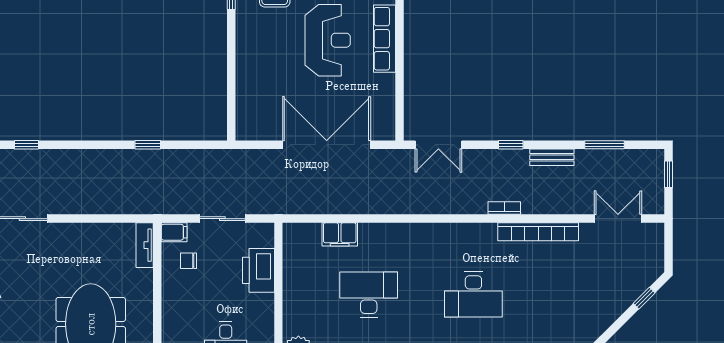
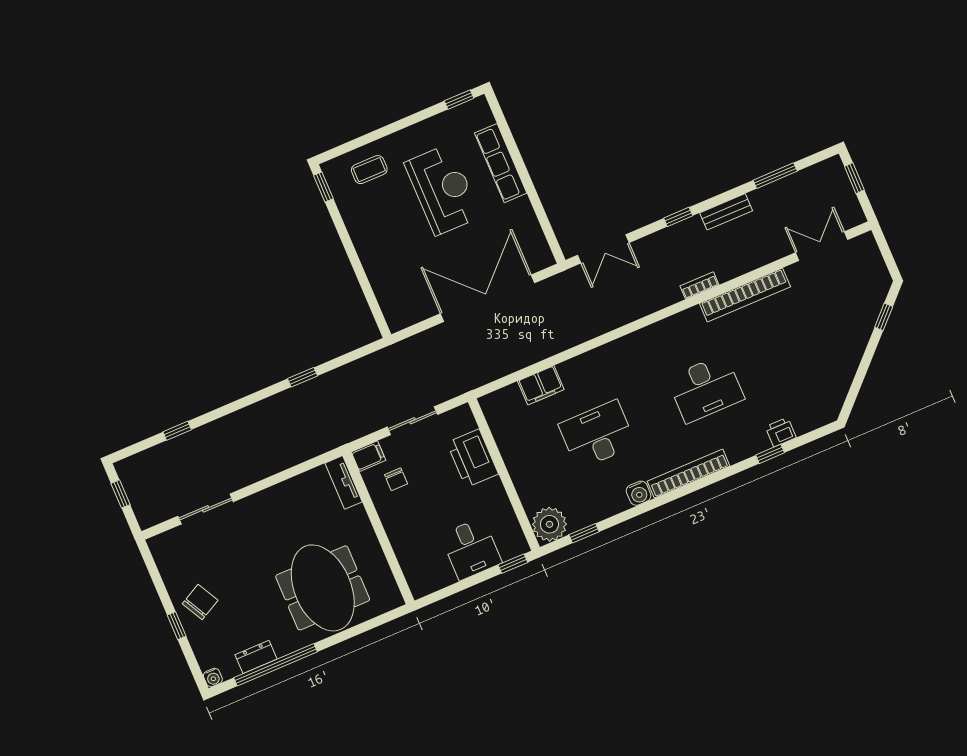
chair: (189, 261) -> (396, 479), turned -90

